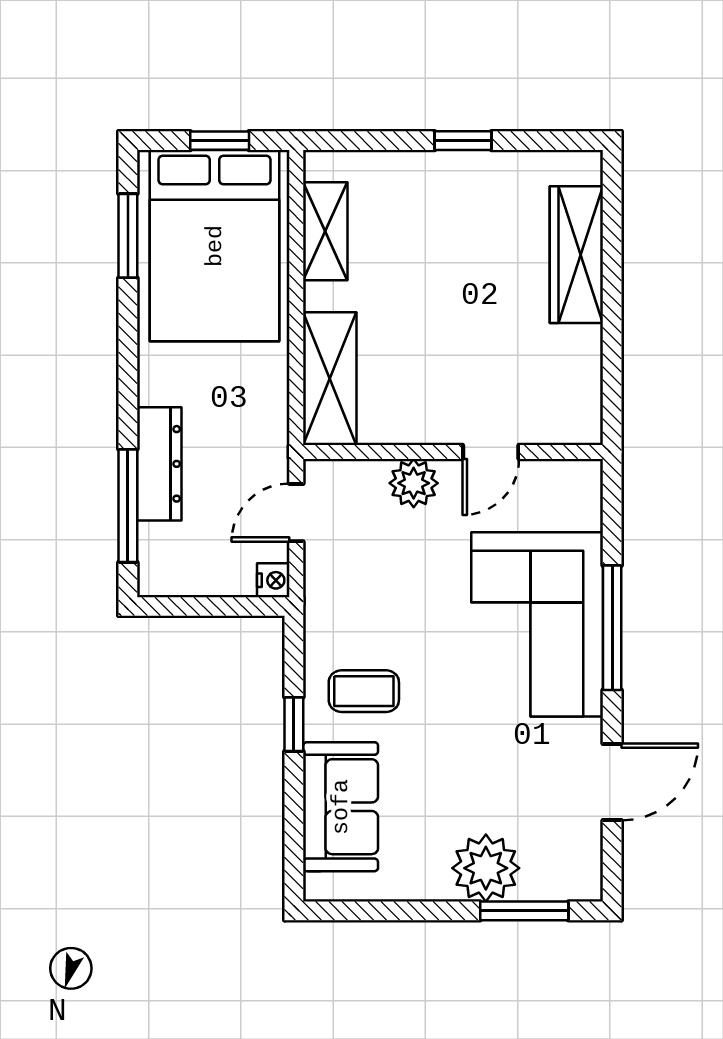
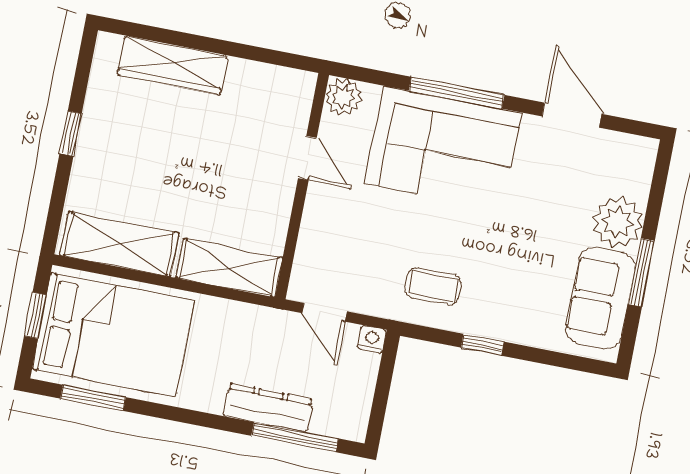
shelving: (325, 231) -> (119, 244), width x1.50, depth x1.33
plant: (414, 483) -> (344, 97), moved
coffee table: (364, 691) -> (433, 287), moved, turned 90
sofa: (341, 807) -> (600, 298), moved, turned -90
window: (524, 911) -> (641, 273), moved

